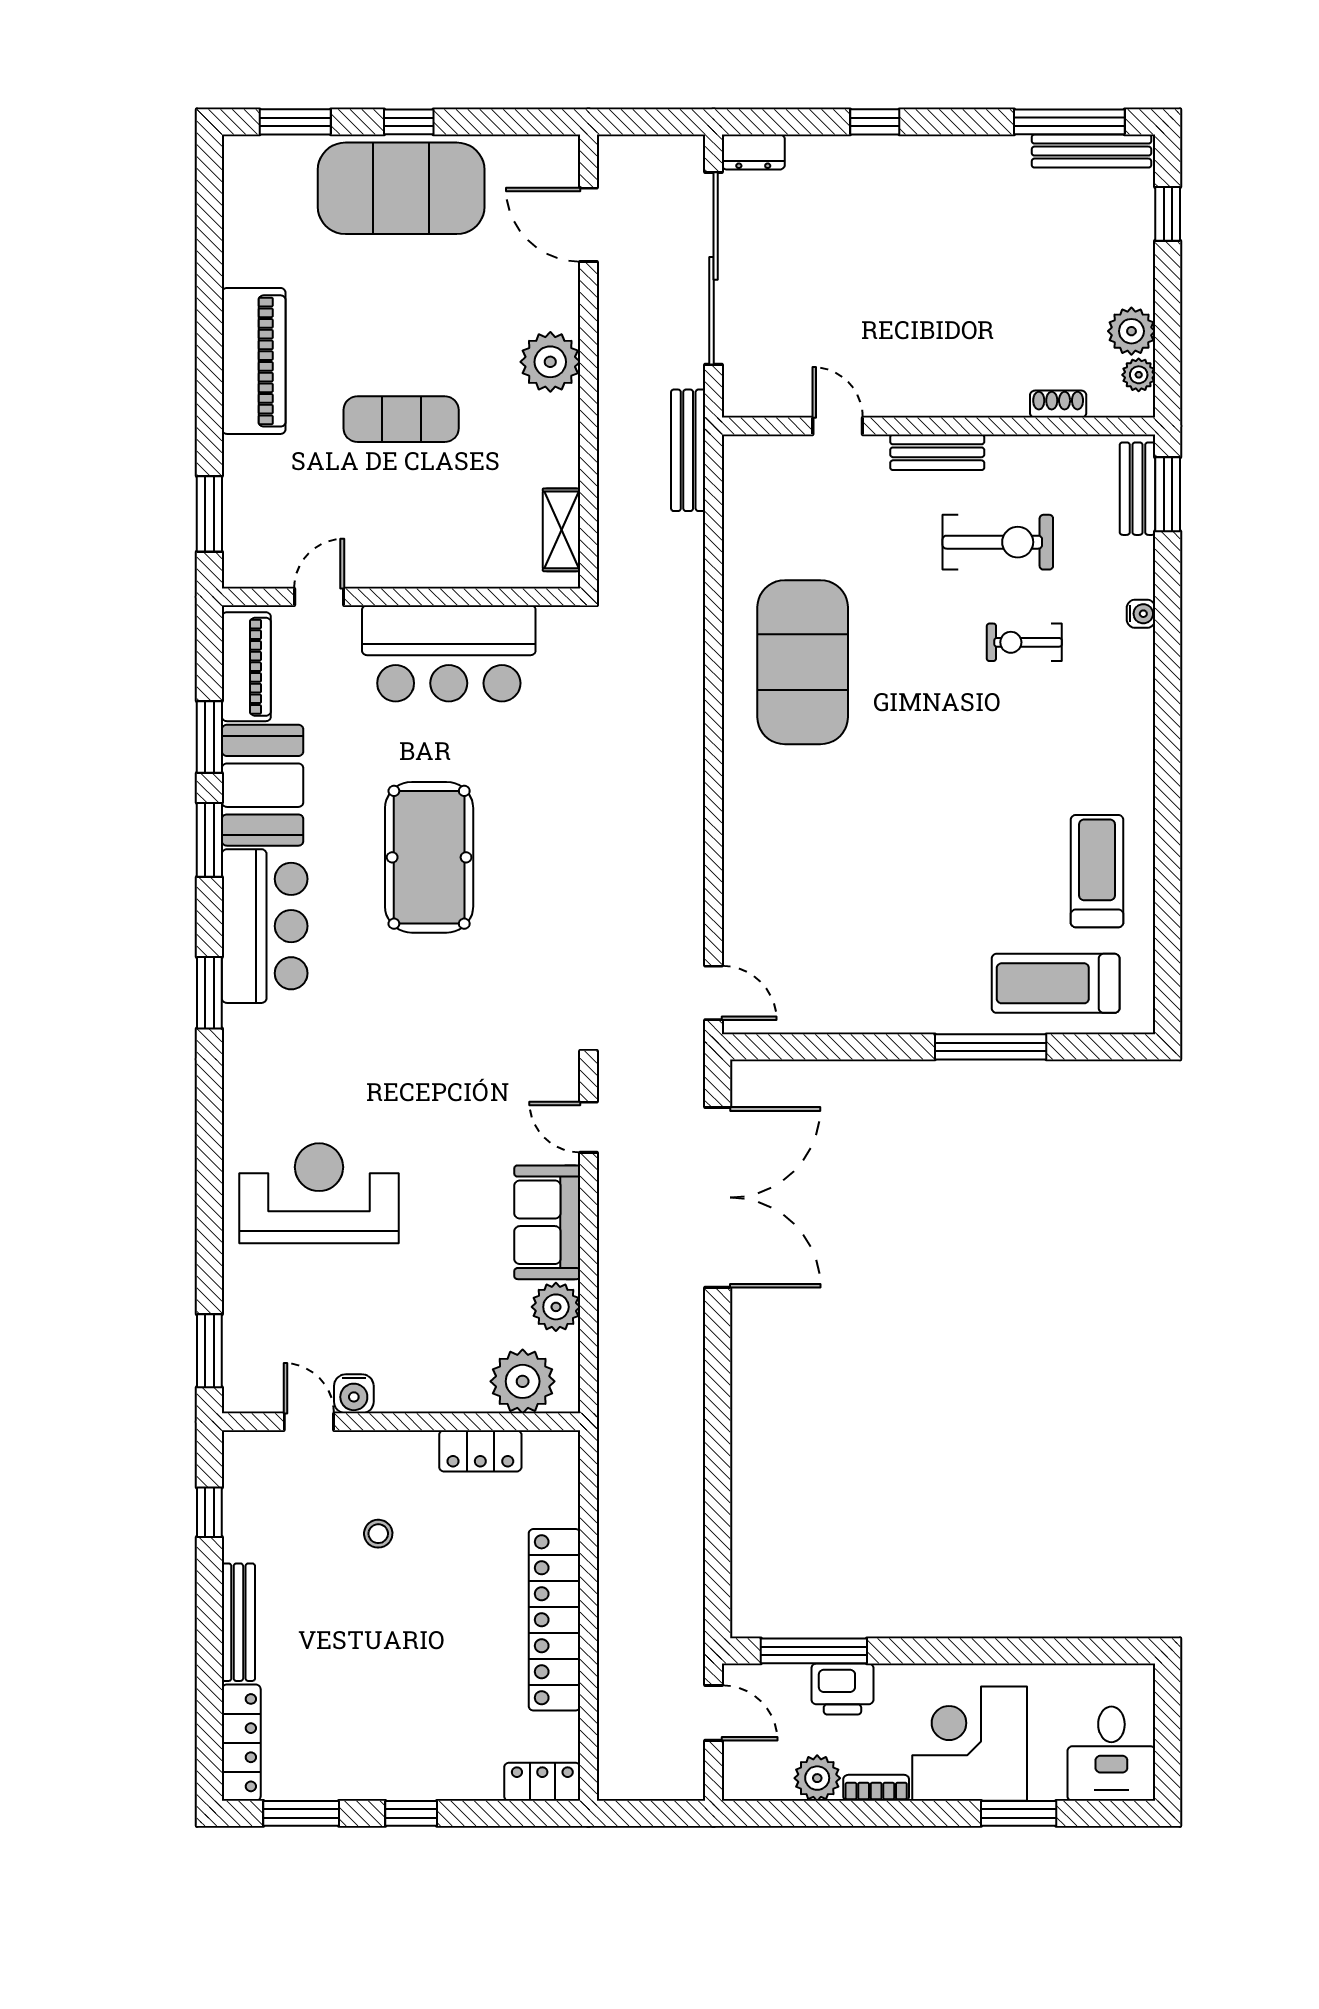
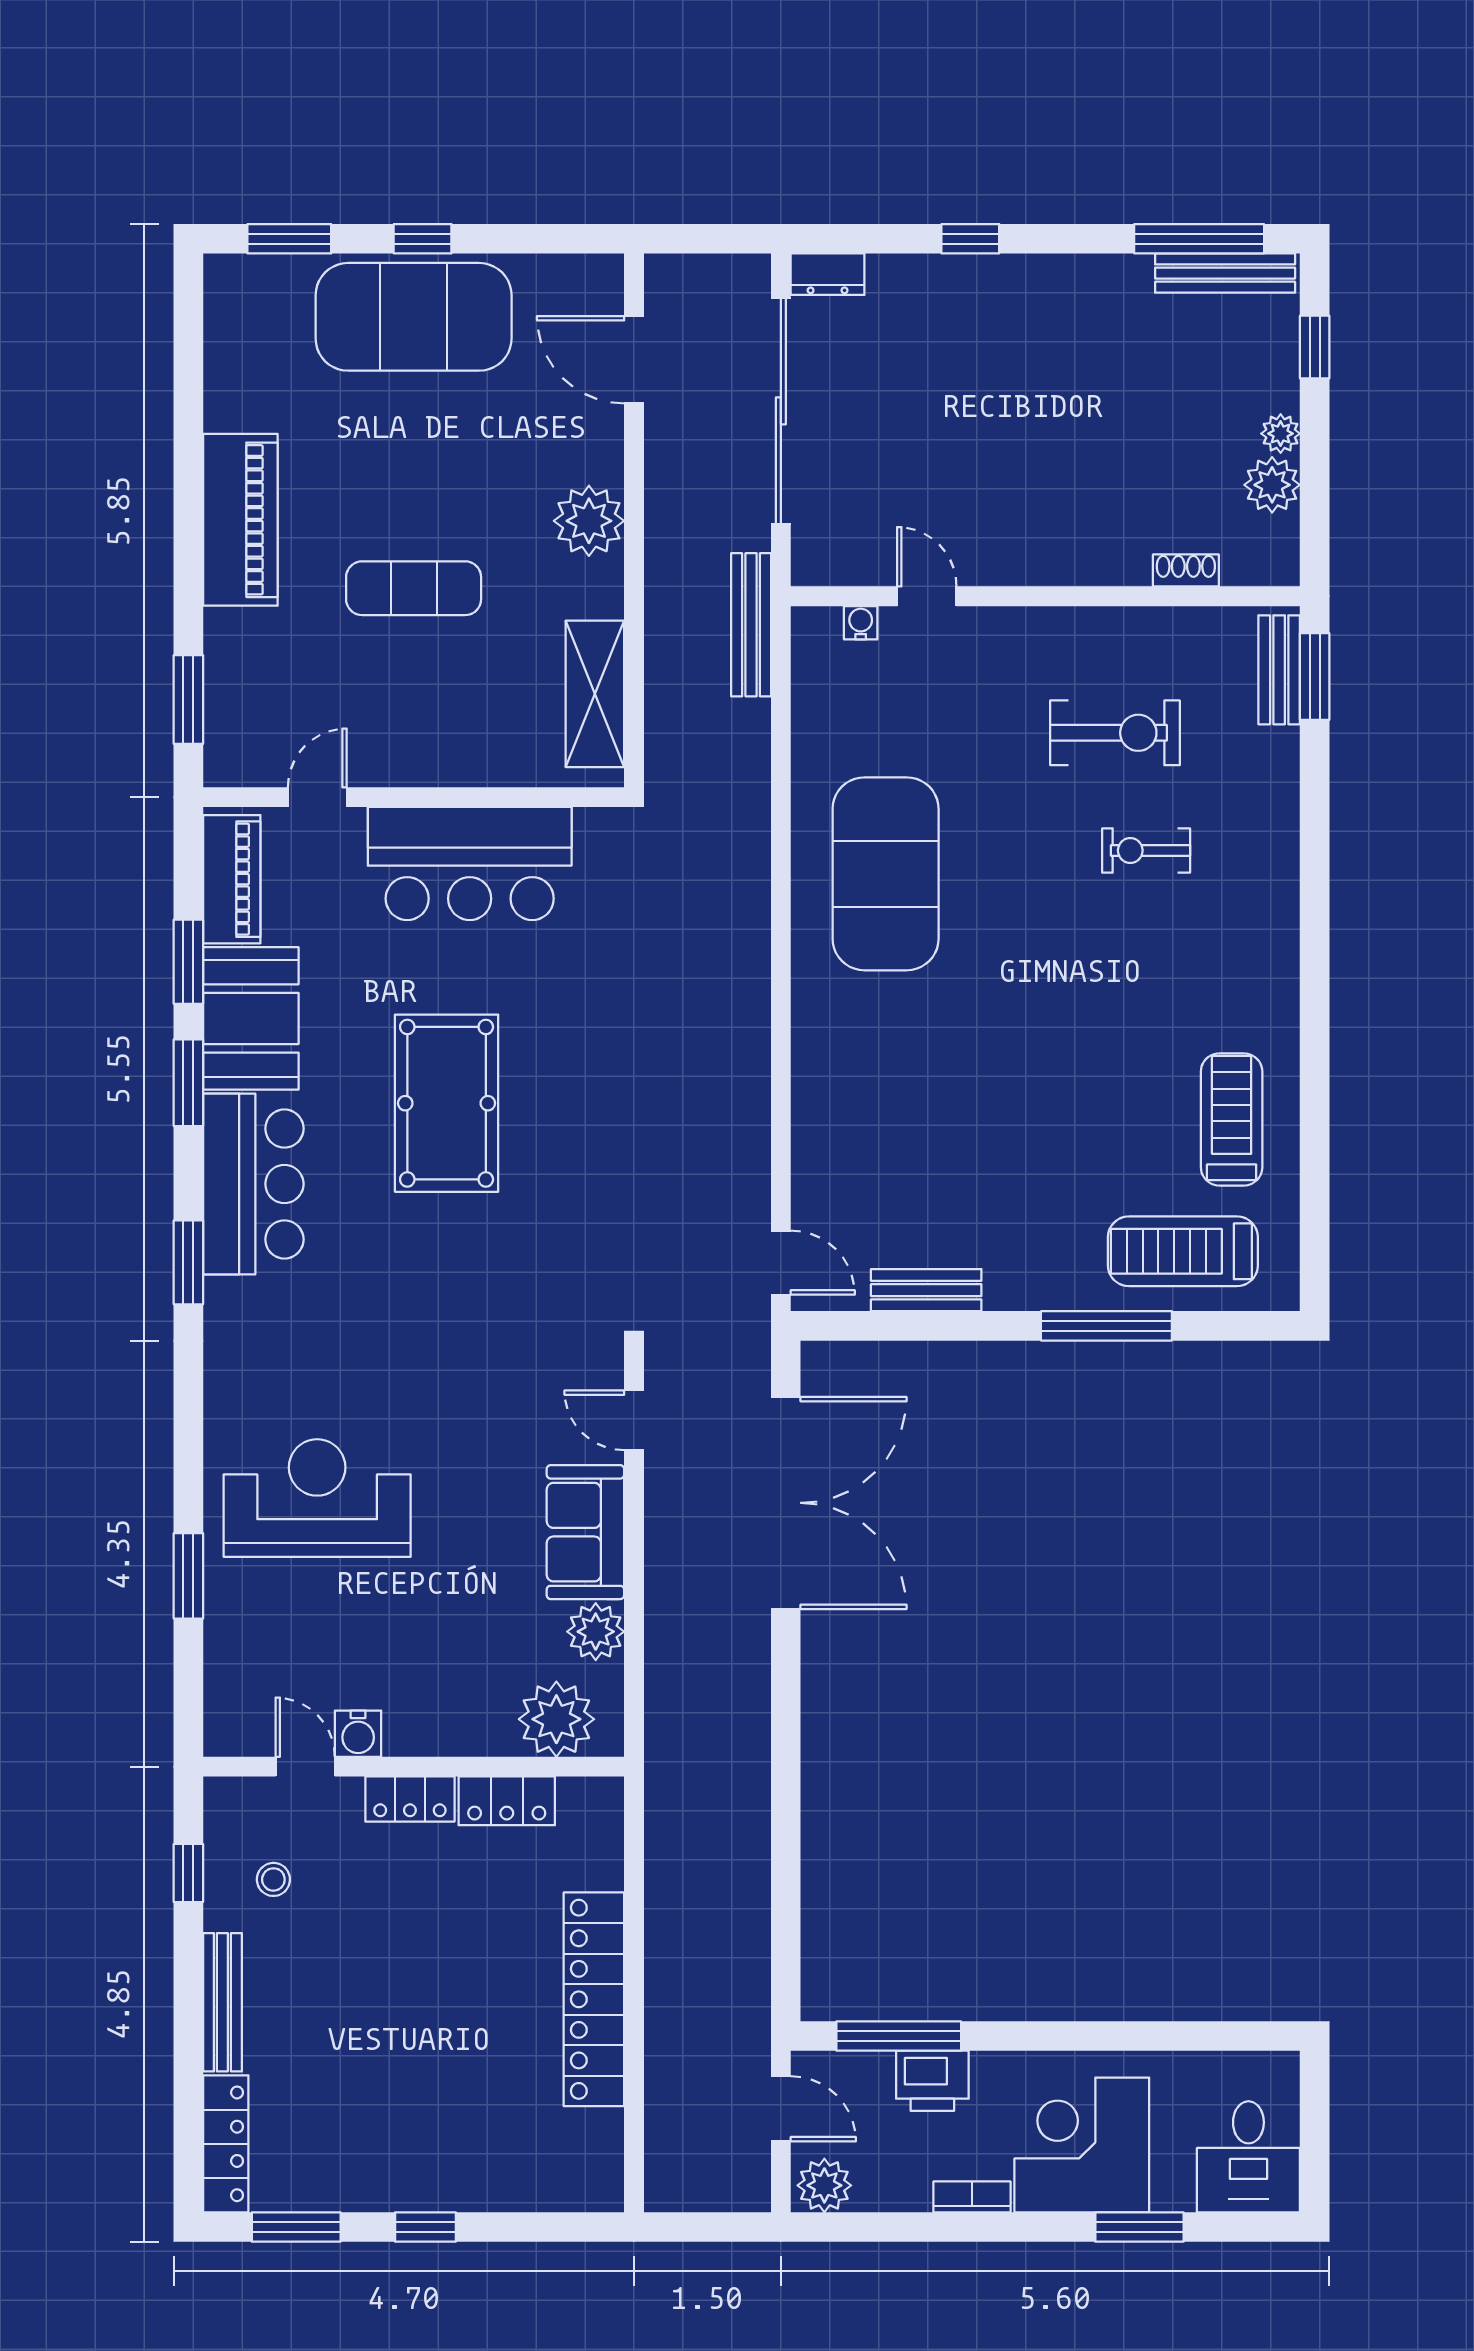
plant: (1139, 375) -> (1281, 434), moved
bench: (937, 452) -> (926, 1290), moved
shelving: (562, 530) -> (595, 694), width x1.50, depth x1.33
water cooler: (1141, 614) -> (861, 623), moved, turned -90
window: (209, 1351) -> (188, 1576), moved
stool: (378, 1534) -> (273, 1879), moved
plant: (817, 1778) -> (824, 2185), moved
locker: (542, 1782) -> (410, 1799), moved, turned 180

